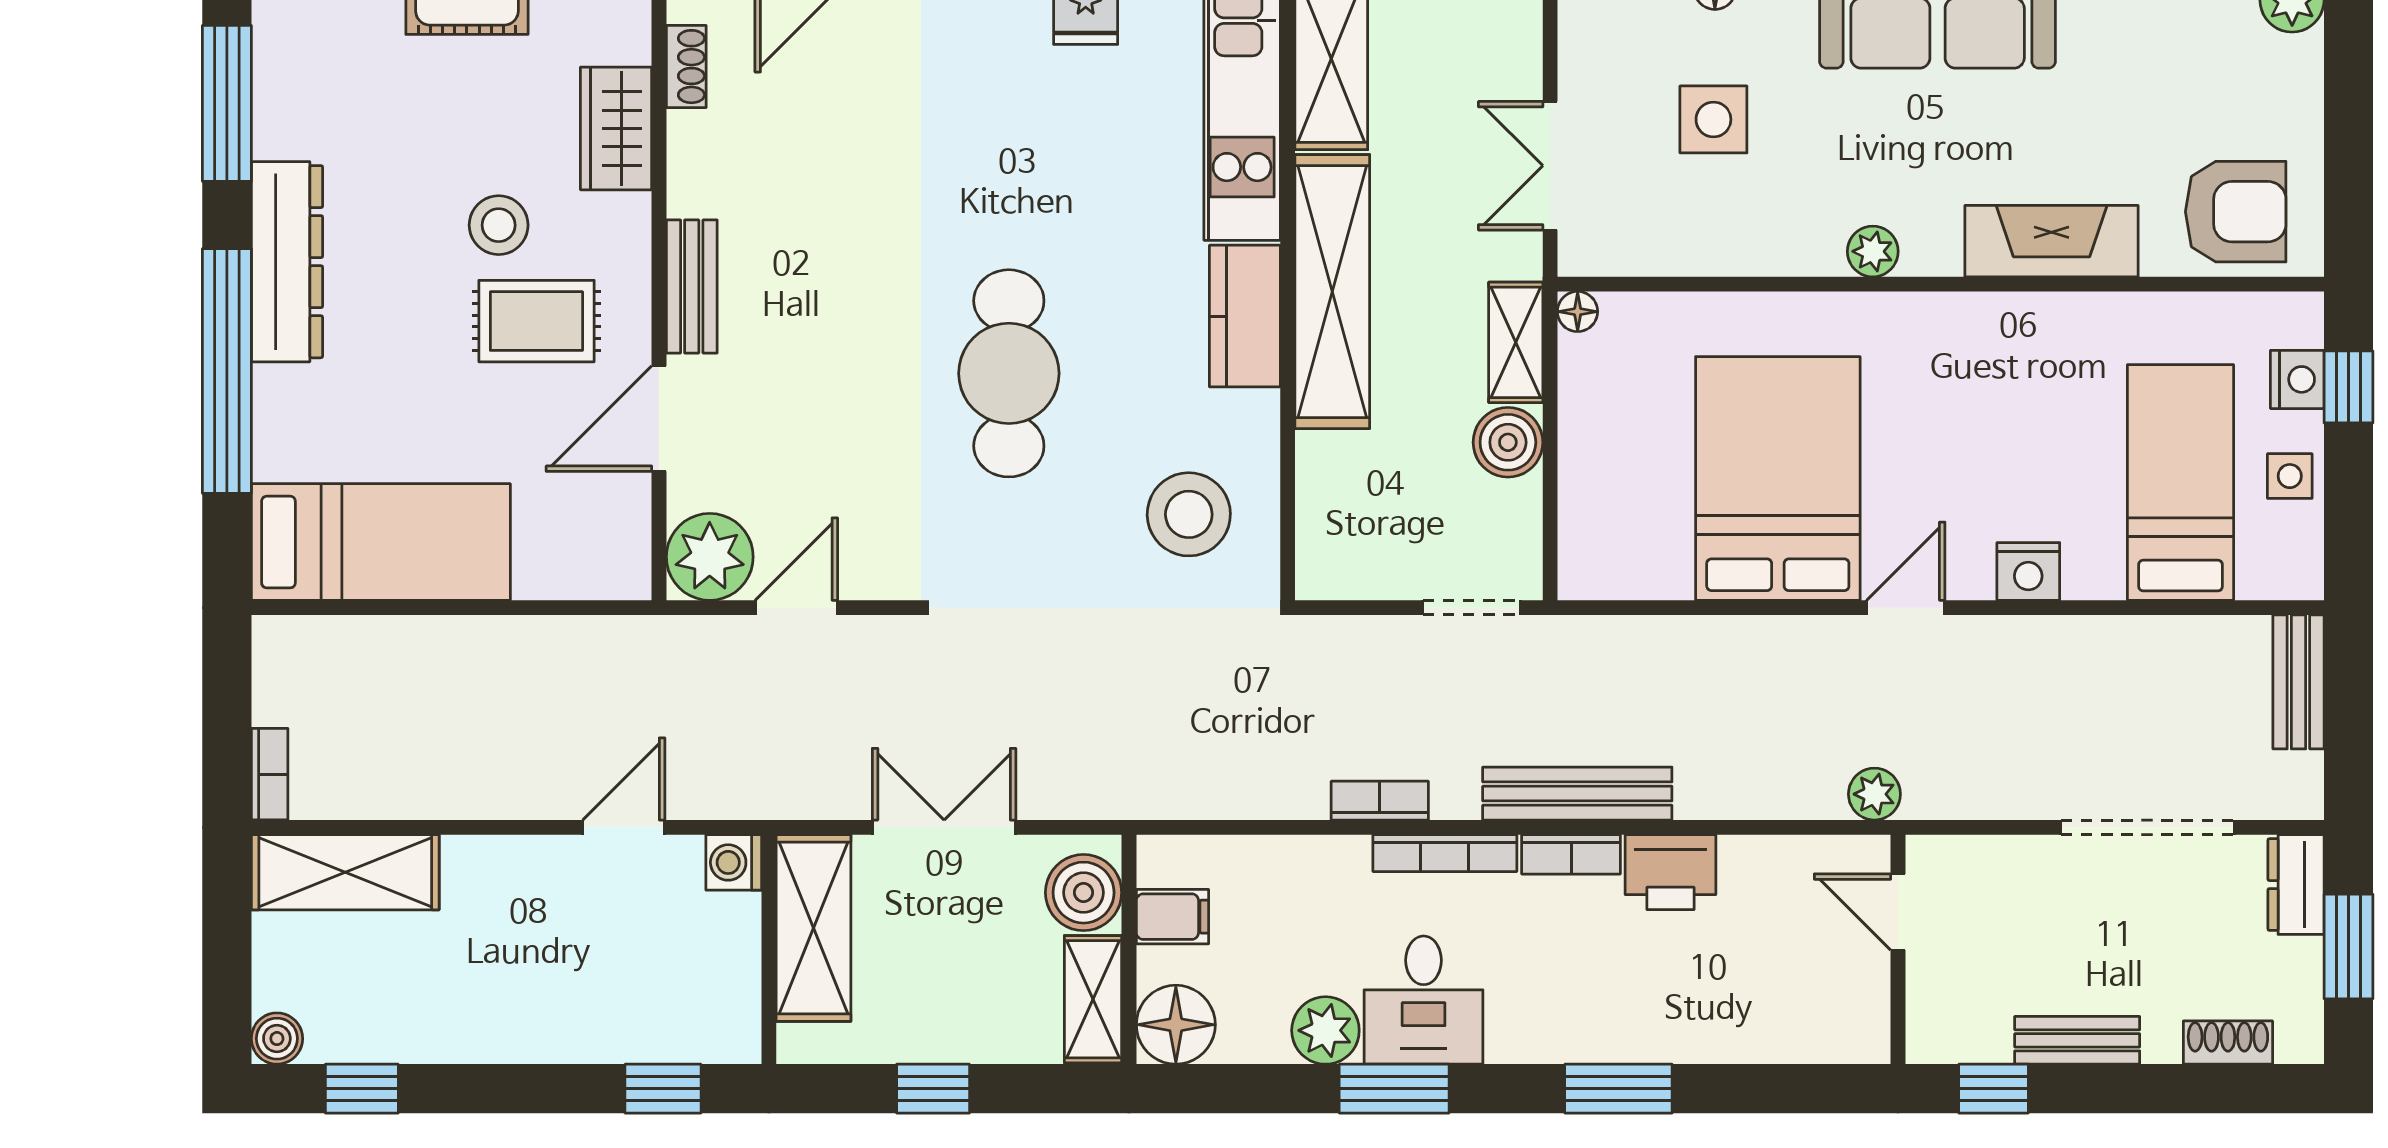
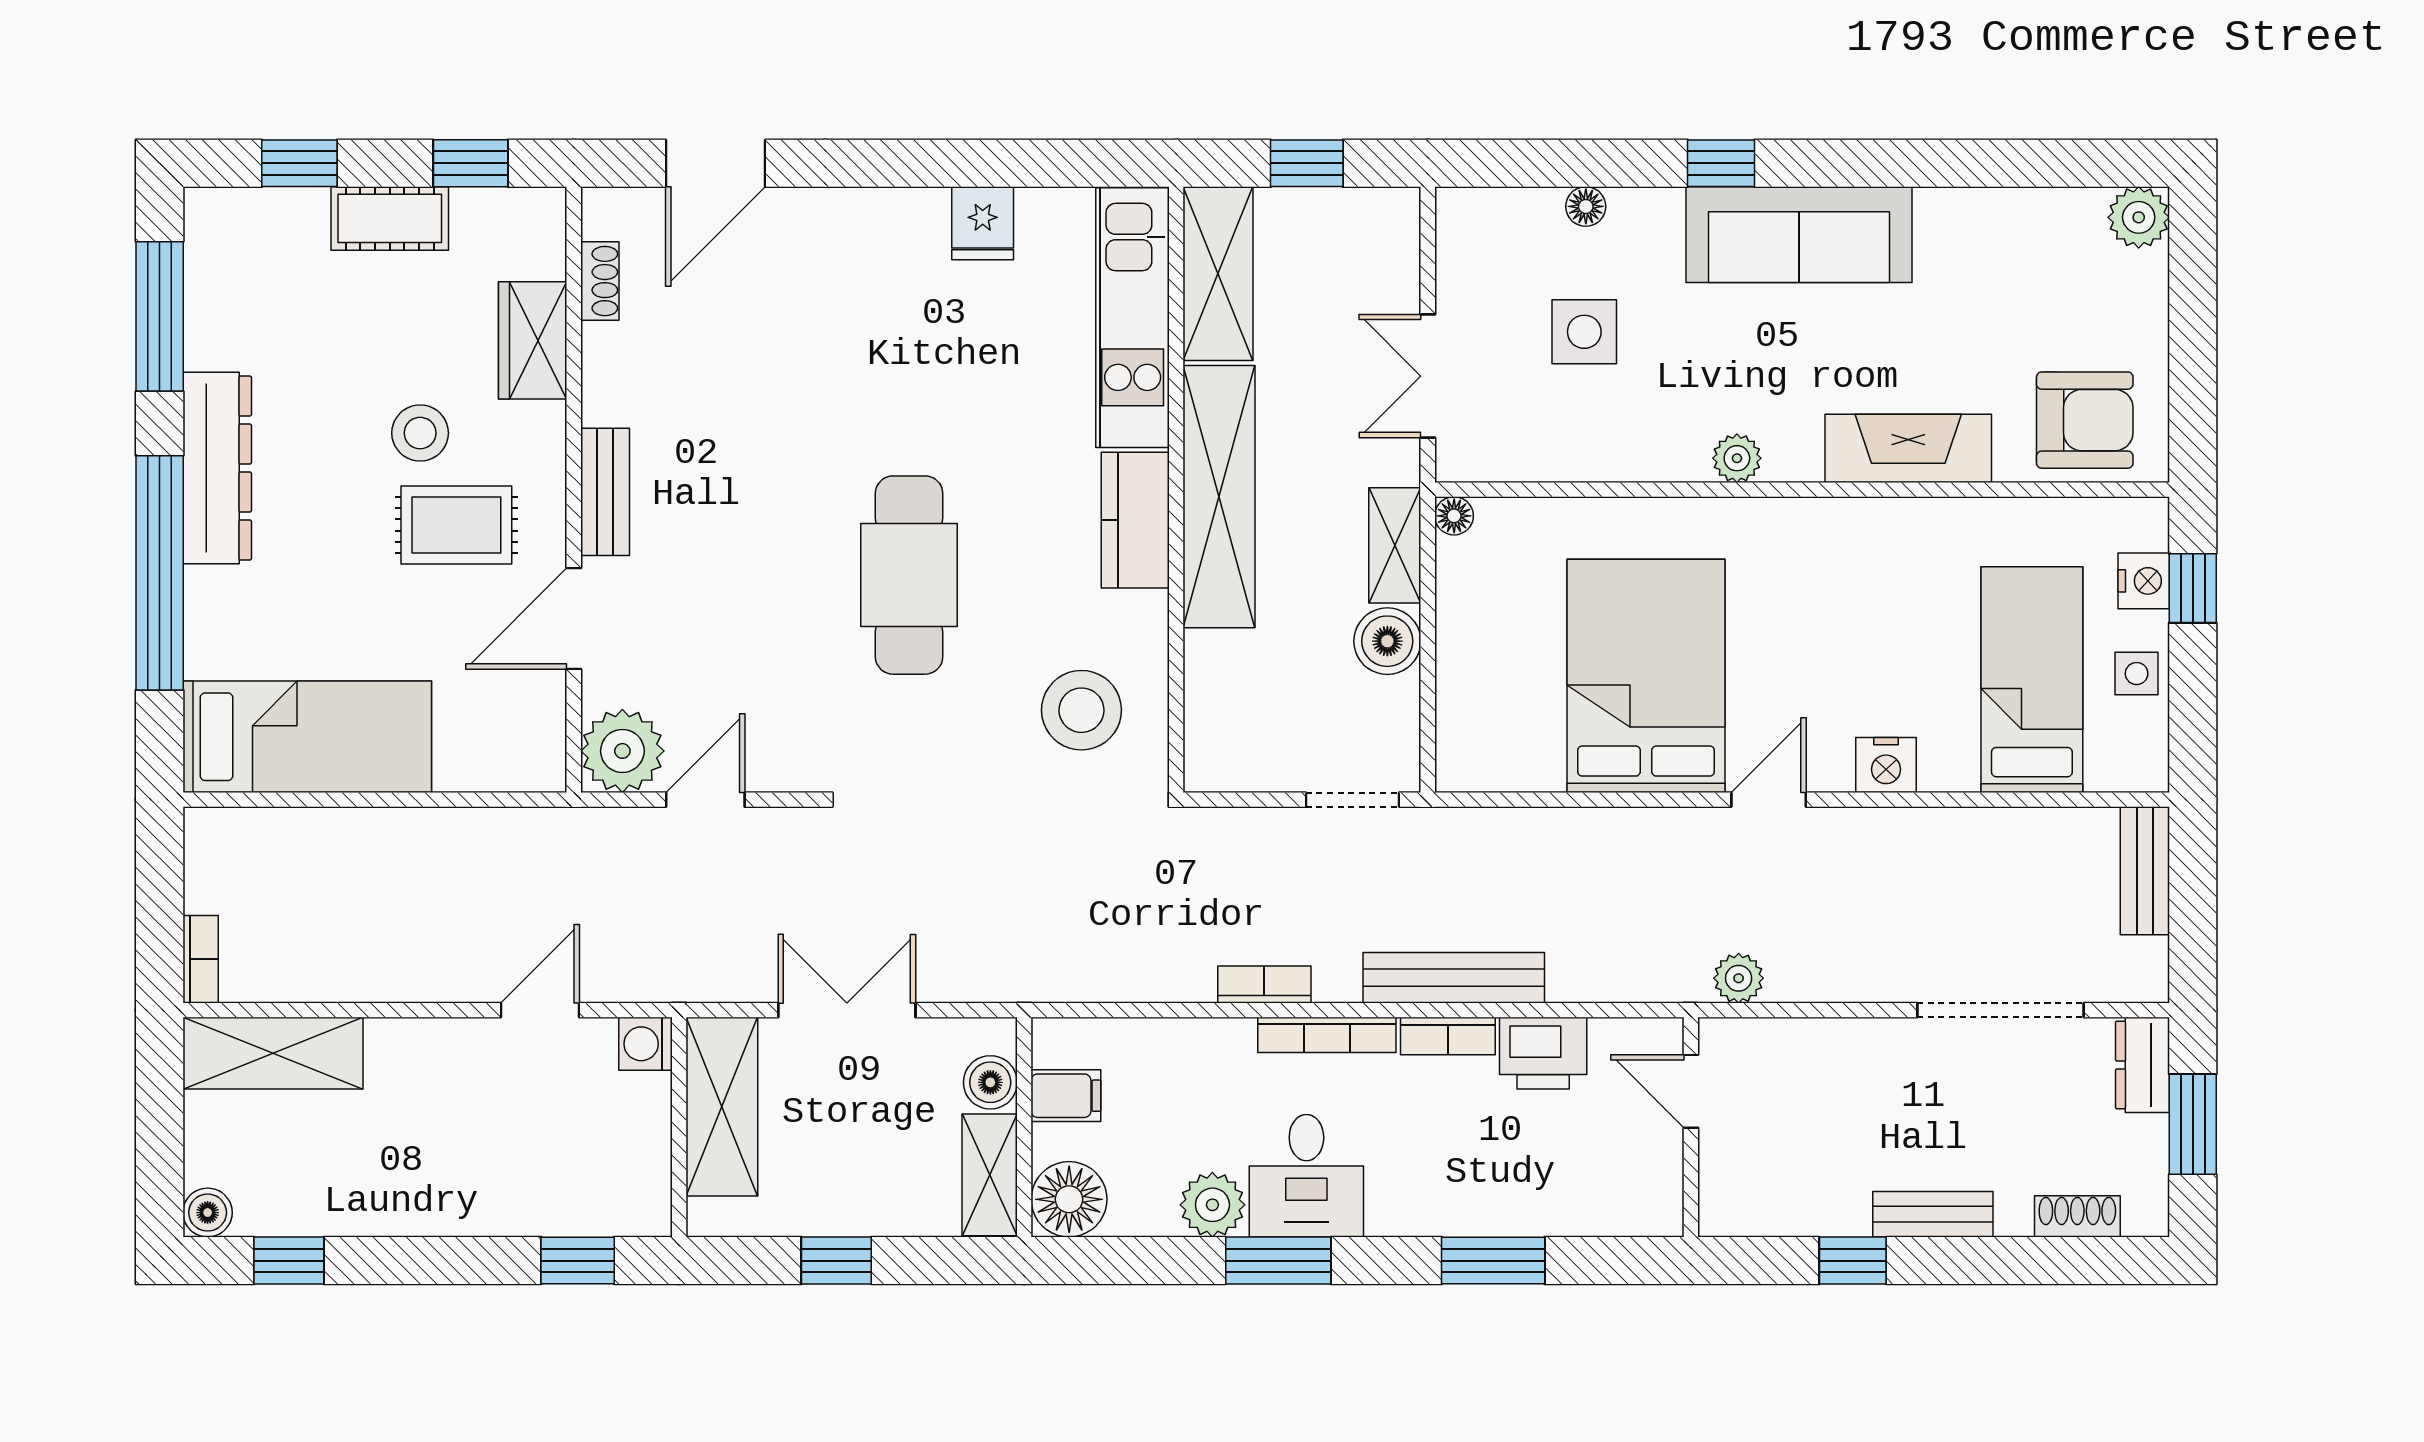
boiler: (1084, 893) -> (990, 1082), width x0.73, depth x0.73
door: (1898, 912) -> (1691, 1091), moved
wall: (1898, 949) -> (1691, 1127), moved

